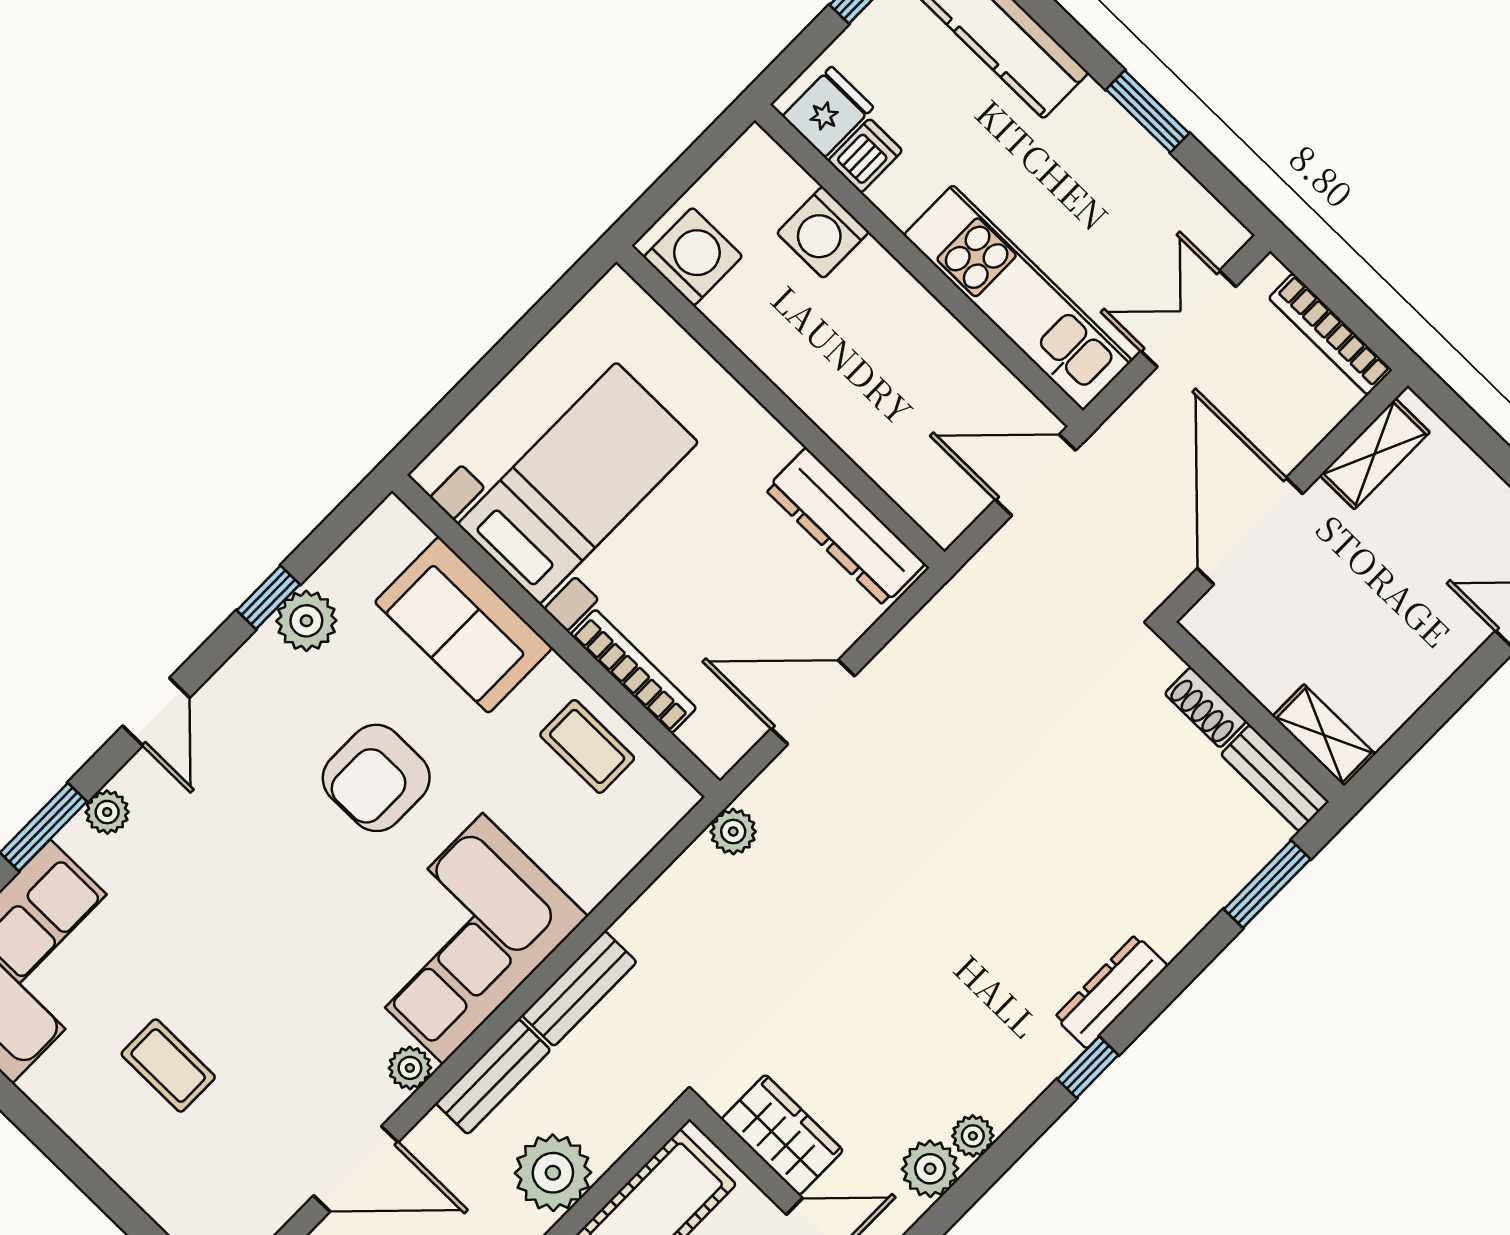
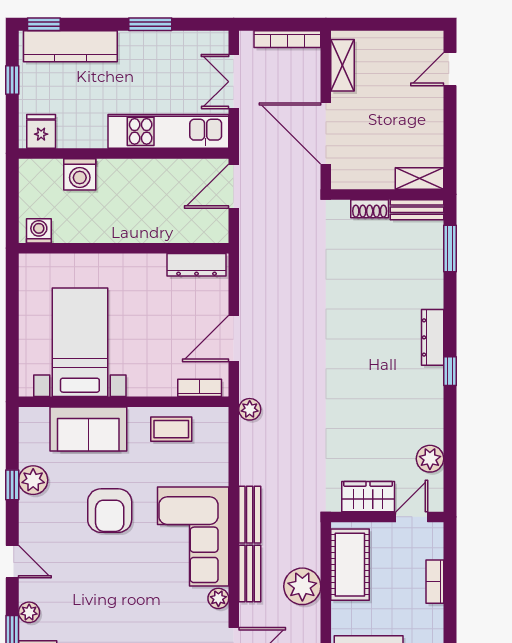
dishwasher: (865, 156) -> (69, 134), removed
washing machine: (693, 257) -> (39, 231), width x0.73, depth x0.73
dresser: (845, 527) -> (197, 265), width x0.73, depth x0.80
bookcase: (633, 671) -> (200, 388), moved, width x0.64
plant: (973, 1136) -> (434, 433), removed

